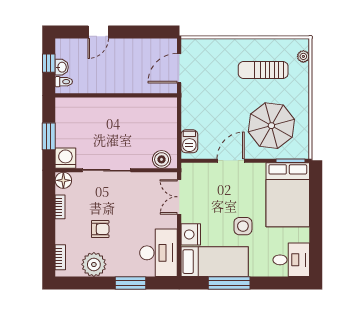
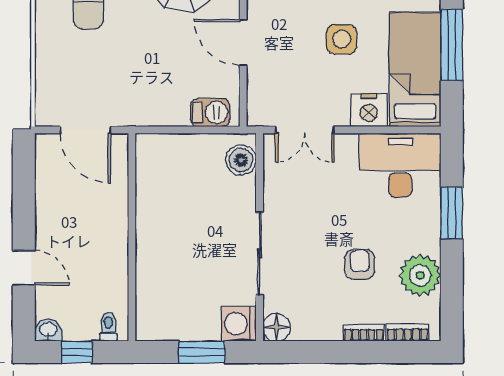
washbasin: (62, 67) -> (48, 330), moved
bookcase: (60, 207) -> (364, 333), moved
side table: (243, 226) -> (342, 39), moved

